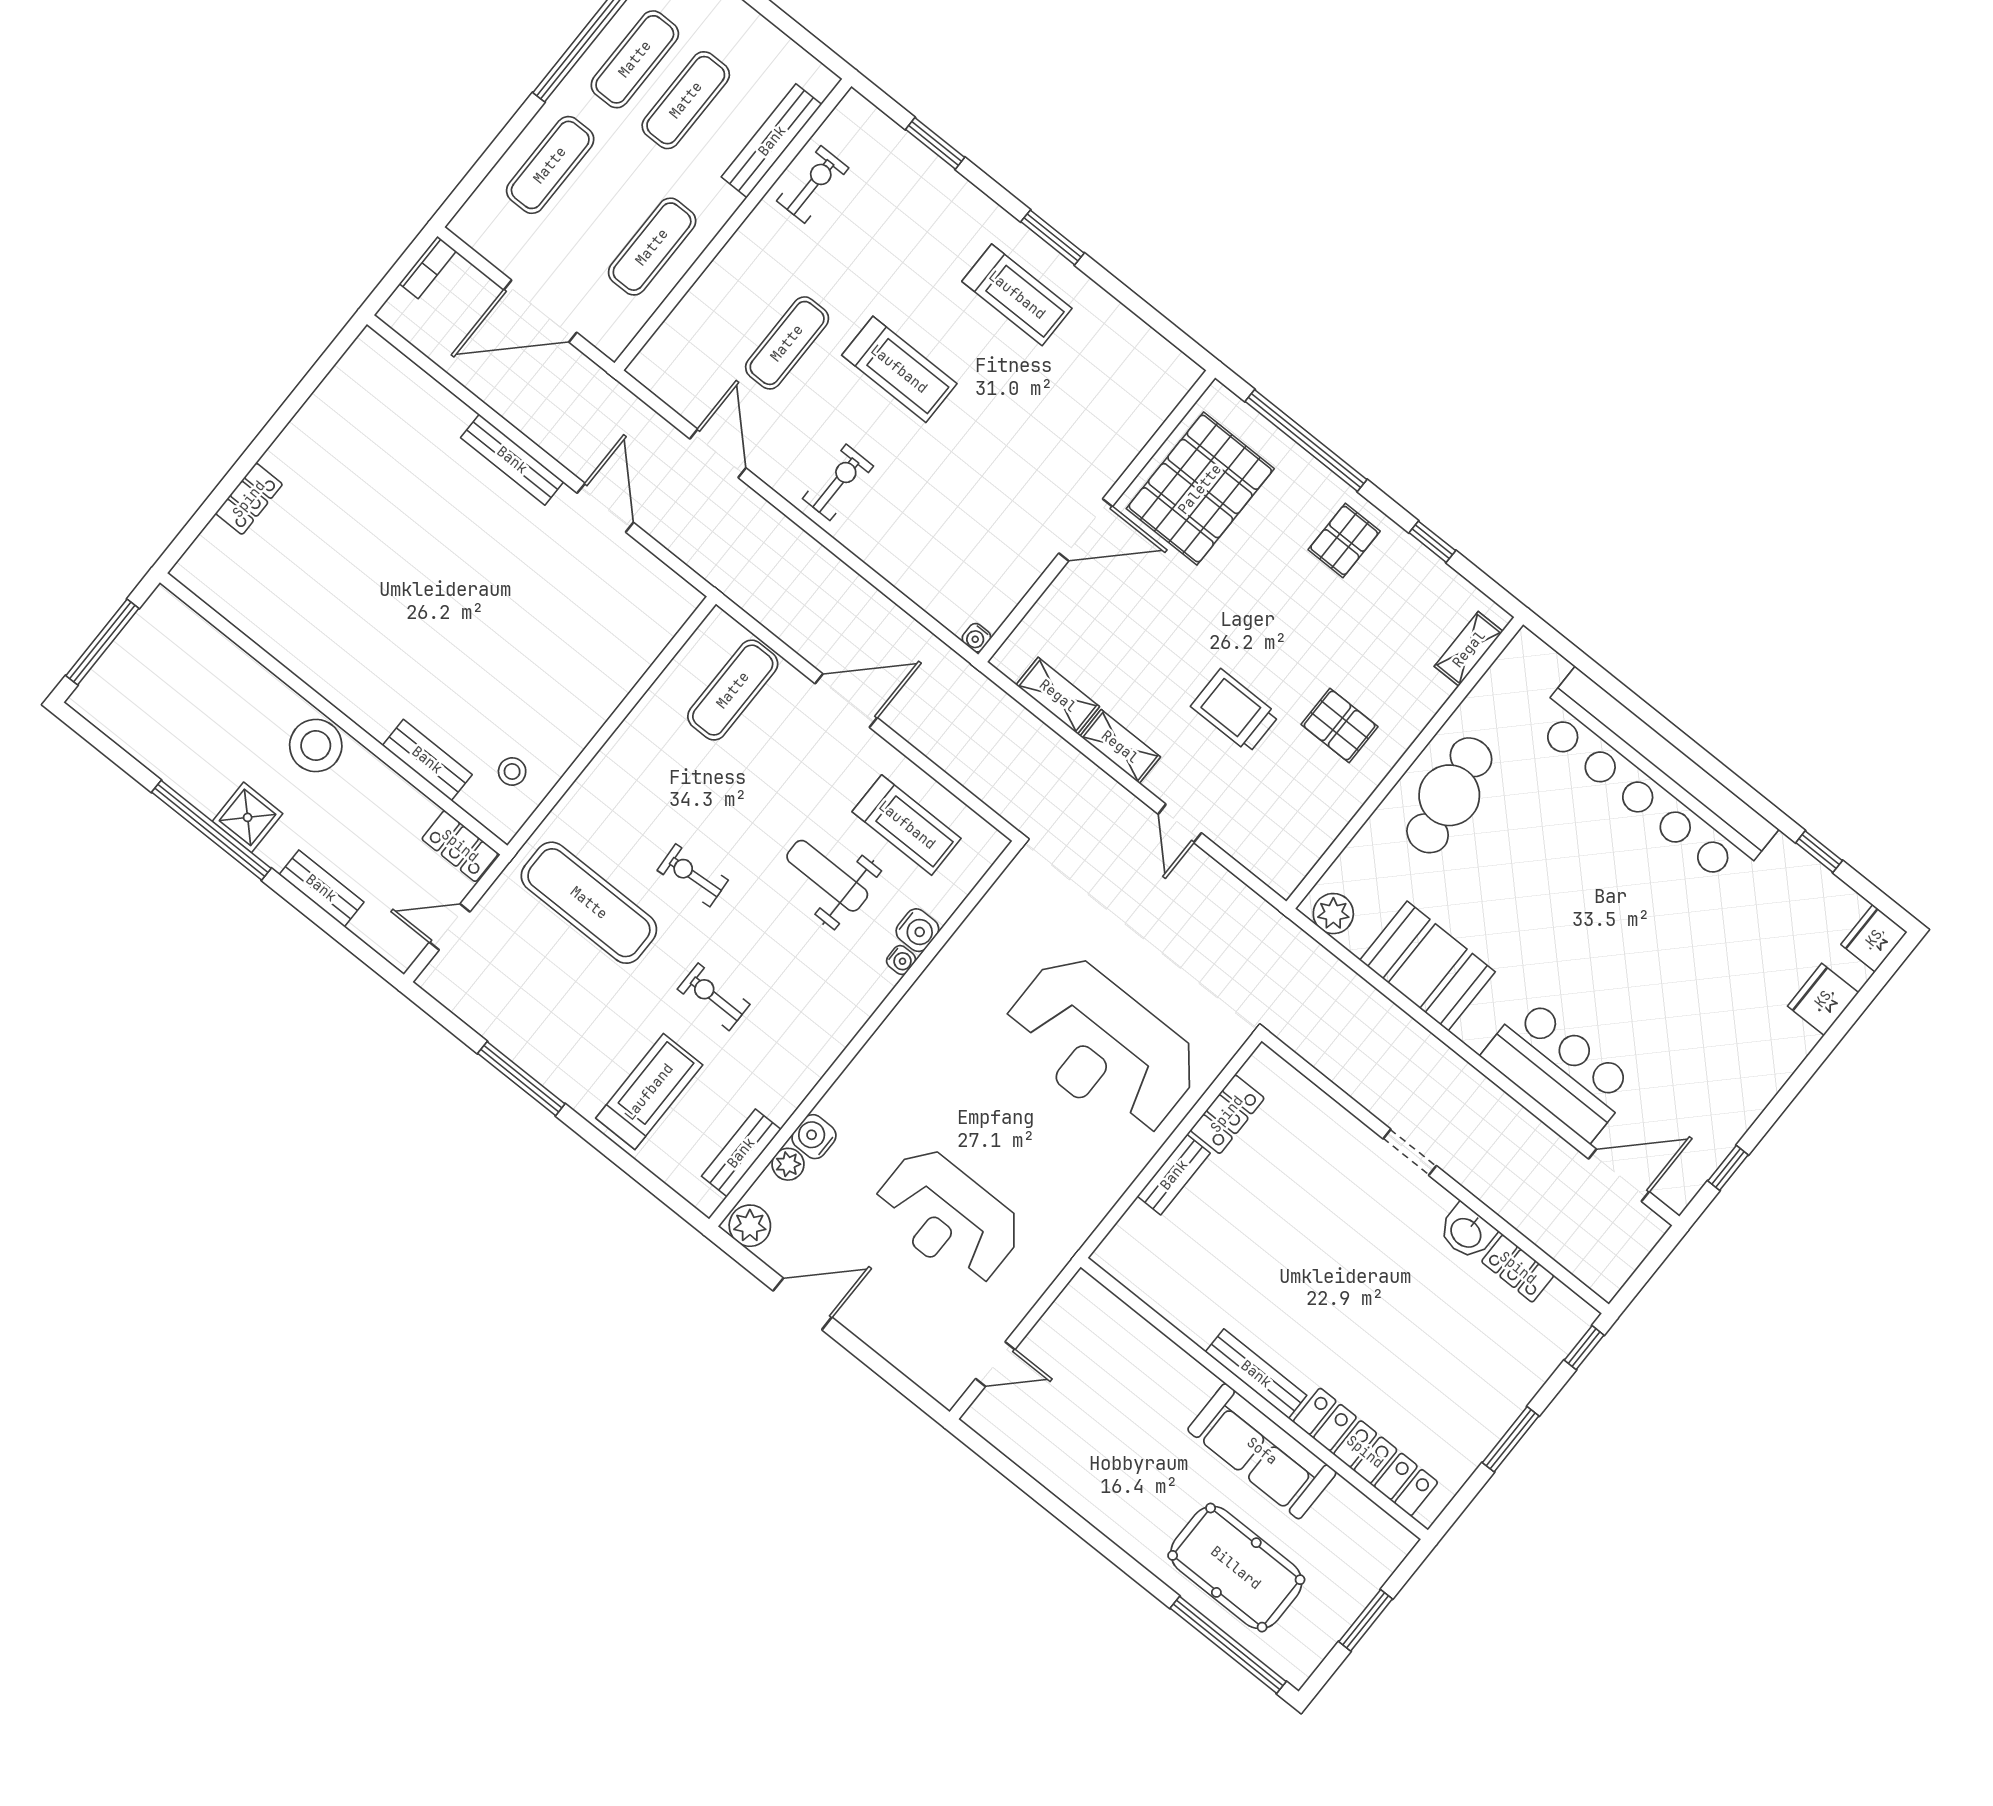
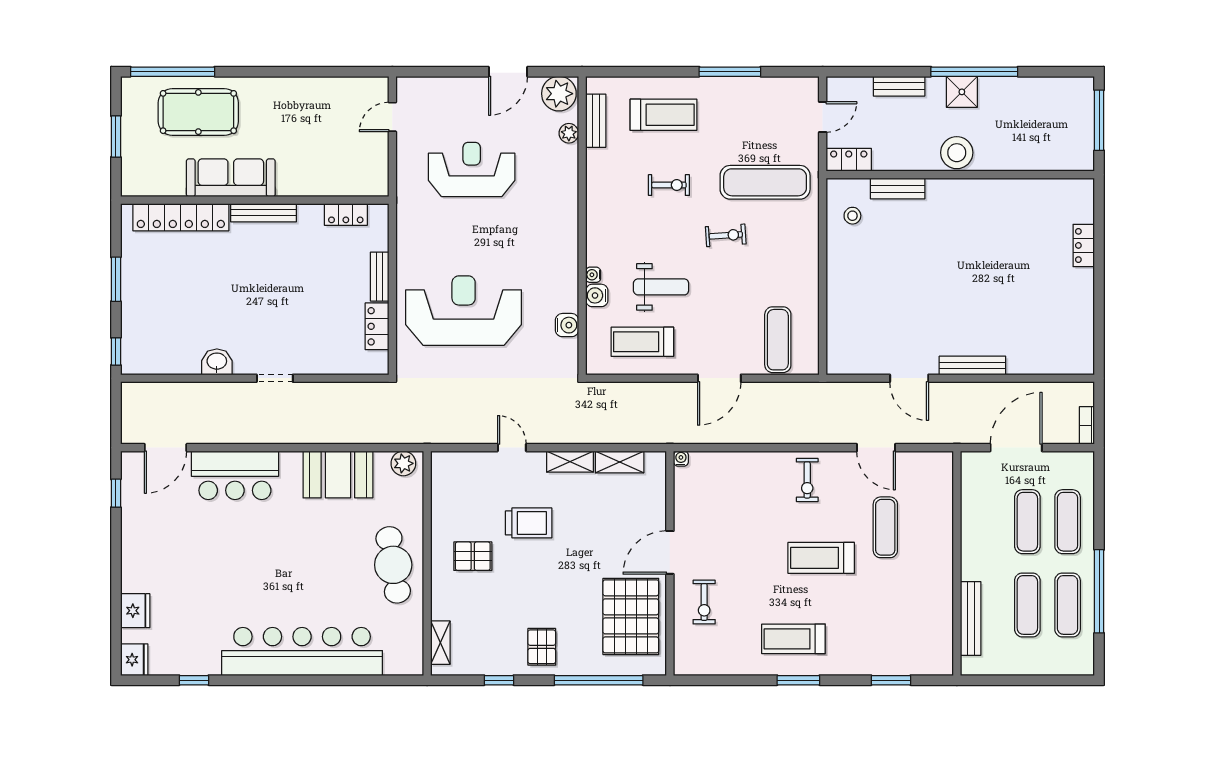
exercise bike: (813, 184) -> (704, 602), moved
exercise mat: (652, 247) -> (1027, 522), moved
treadmill: (649, 1092) -> (663, 115), turned -90
water cooler: (814, 1137) -> (567, 325), moved
plant: (750, 1226) -> (559, 94), width x1.36, depth x1.36
locker: (1518, 1268) -> (346, 214), moved, turned 180

